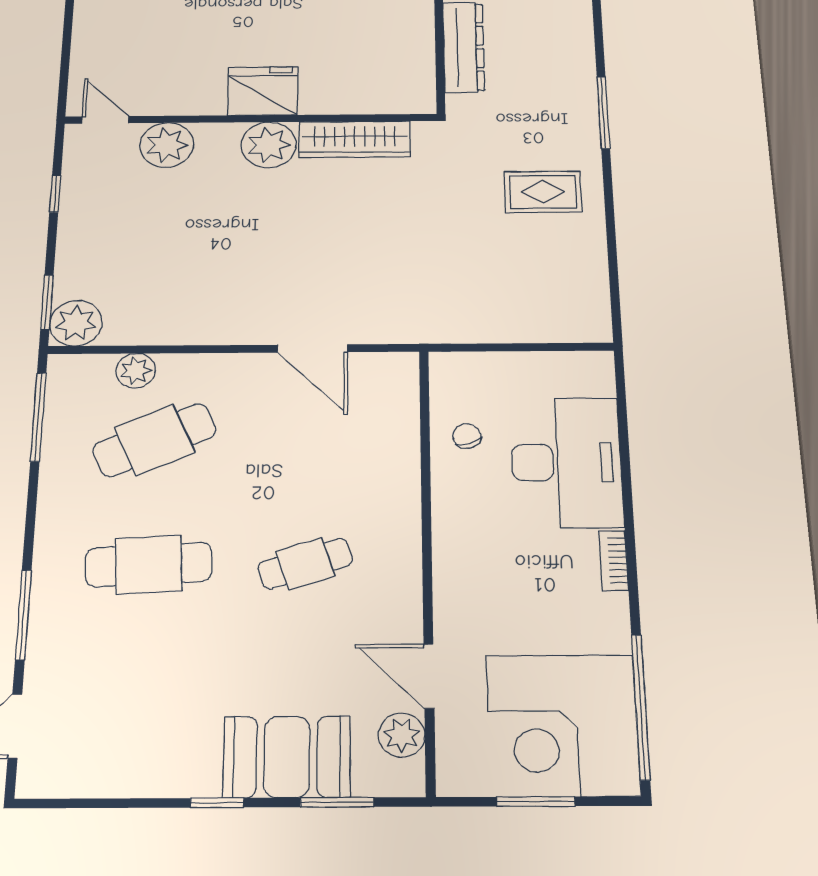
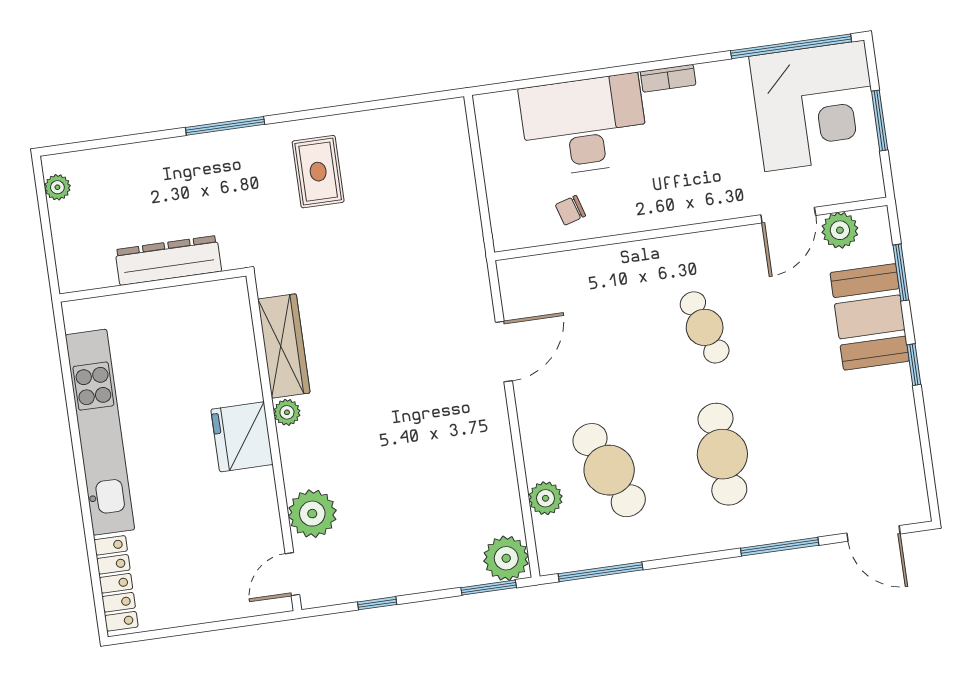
plant: (269, 145) -> (287, 412), width x0.53, depth x0.53

